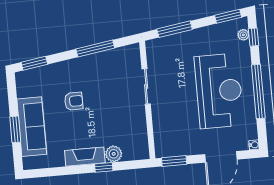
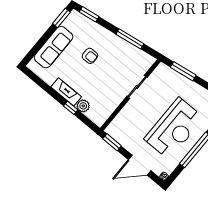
window: (15, 129) -> (61, 18), moved

